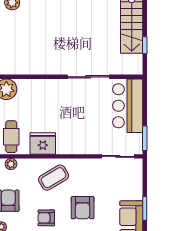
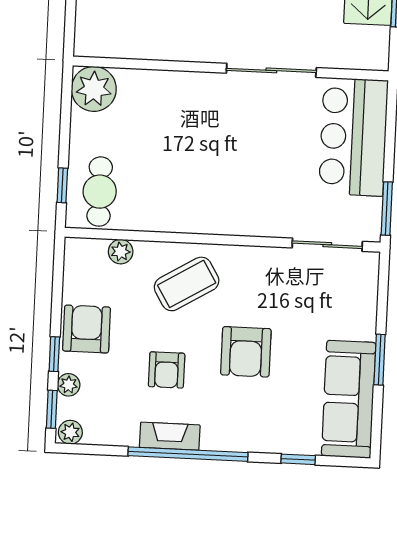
fridge: (43, 143) -> (167, 209), removed
plant: (11, 164) -> (121, 252), moved
armchair: (46, 218) -> (167, 370), turned -90

